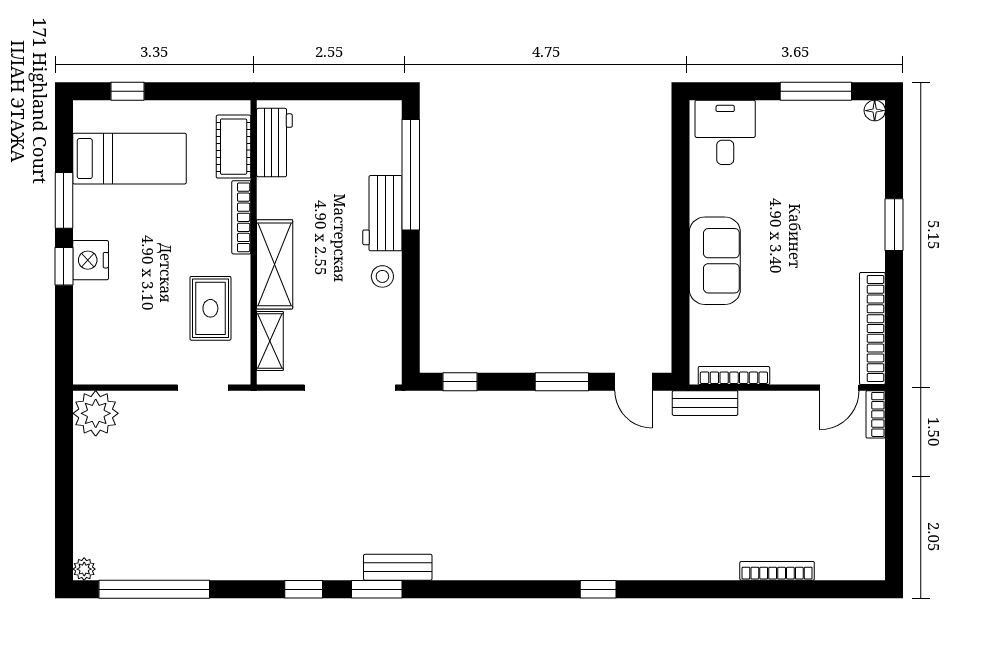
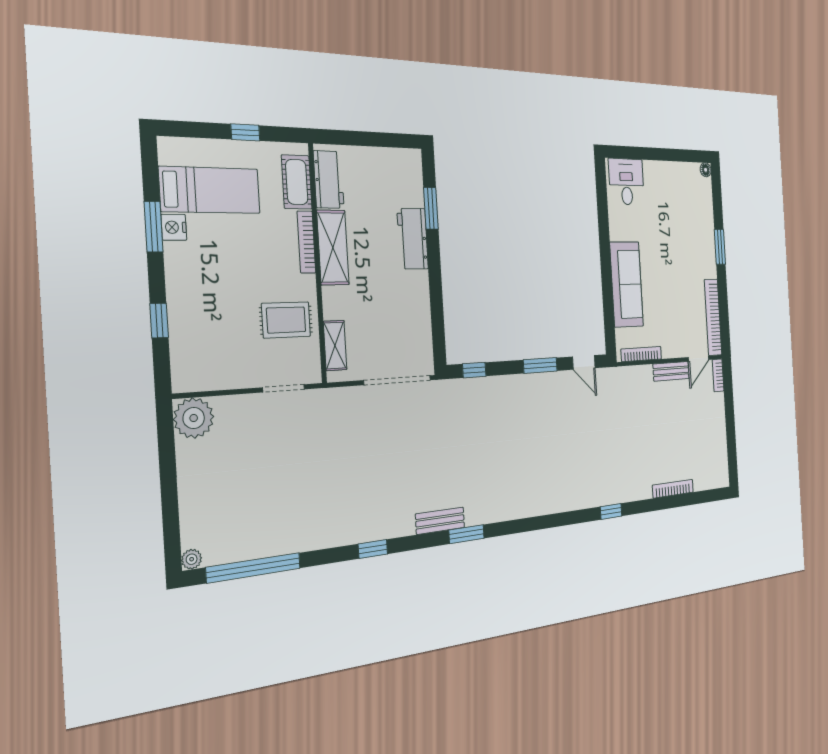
window: (127, 91) -> (245, 132), moved
window: (816, 91) -> (674, 155), removed
window: (411, 175) -> (431, 208), width x0.47
nightstand: (91, 260) -> (174, 227), moved, width x0.74, depth x0.75
sofa: (715, 261) -> (627, 284), width x1.36
shelving: (275, 264) -> (333, 248), moved
window: (64, 266) -> (159, 321), moved
stool: (382, 276) -> (416, 289), removed
rug: (210, 308) -> (286, 320), turned 90
bench: (705, 403) -> (671, 371), moved
window: (377, 589) -> (467, 534), moved
window: (598, 589) -> (611, 511), moved

